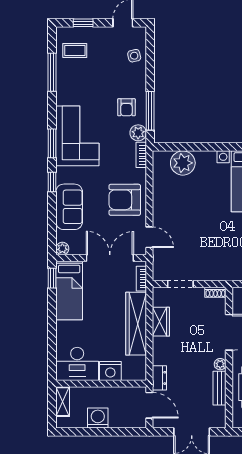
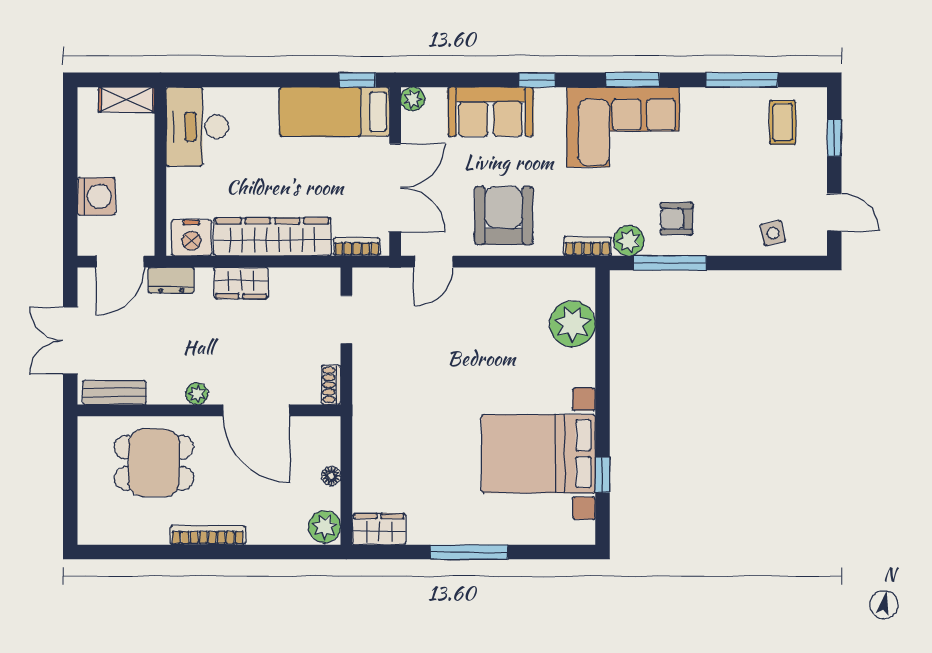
window: (52, 143) -> (633, 80), moved
wardrobe: (161, 322) -> (241, 283), moved
nightstand: (110, 371) -> (191, 238), moved, turned -90
bench: (220, 388) -> (114, 393), moved
washing machine: (98, 418) -> (96, 196), moved

